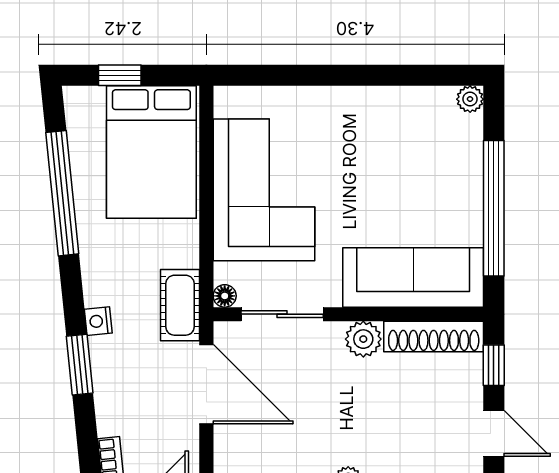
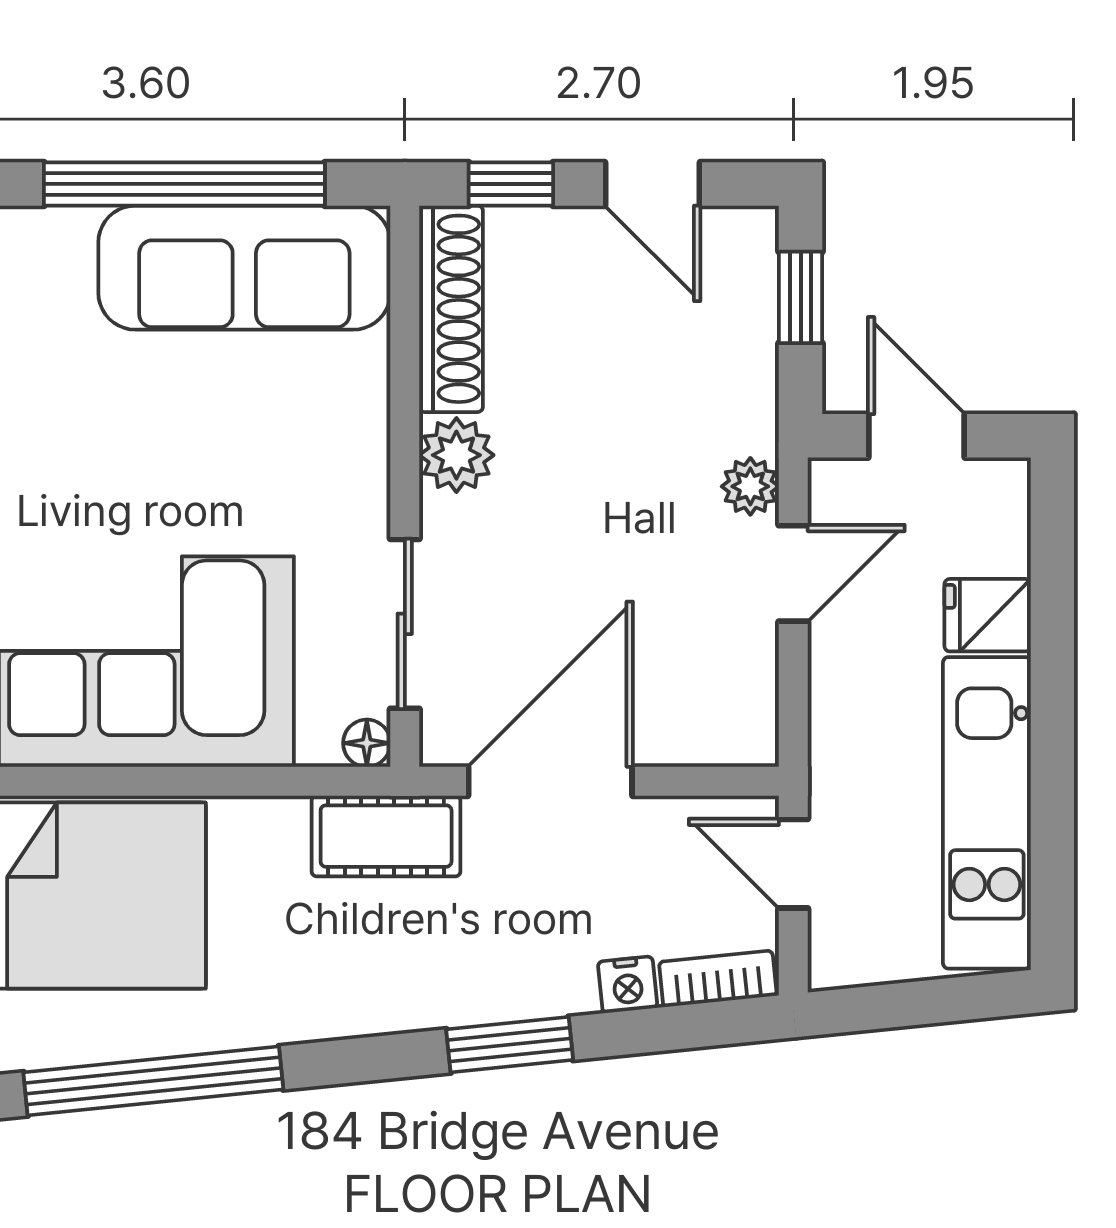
sofa: (413, 277) -> (244, 268), moved, turned -90
nightstand: (98, 321) -> (628, 985), moved
door: (494, 433) -> (653, 184), swing flipped

